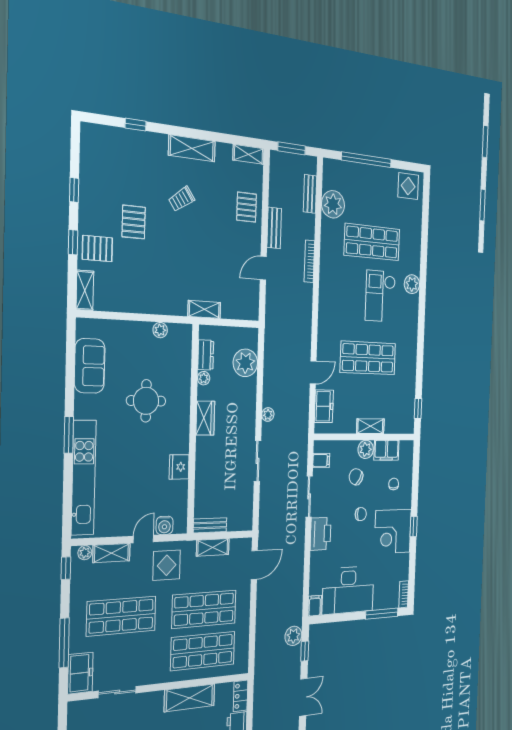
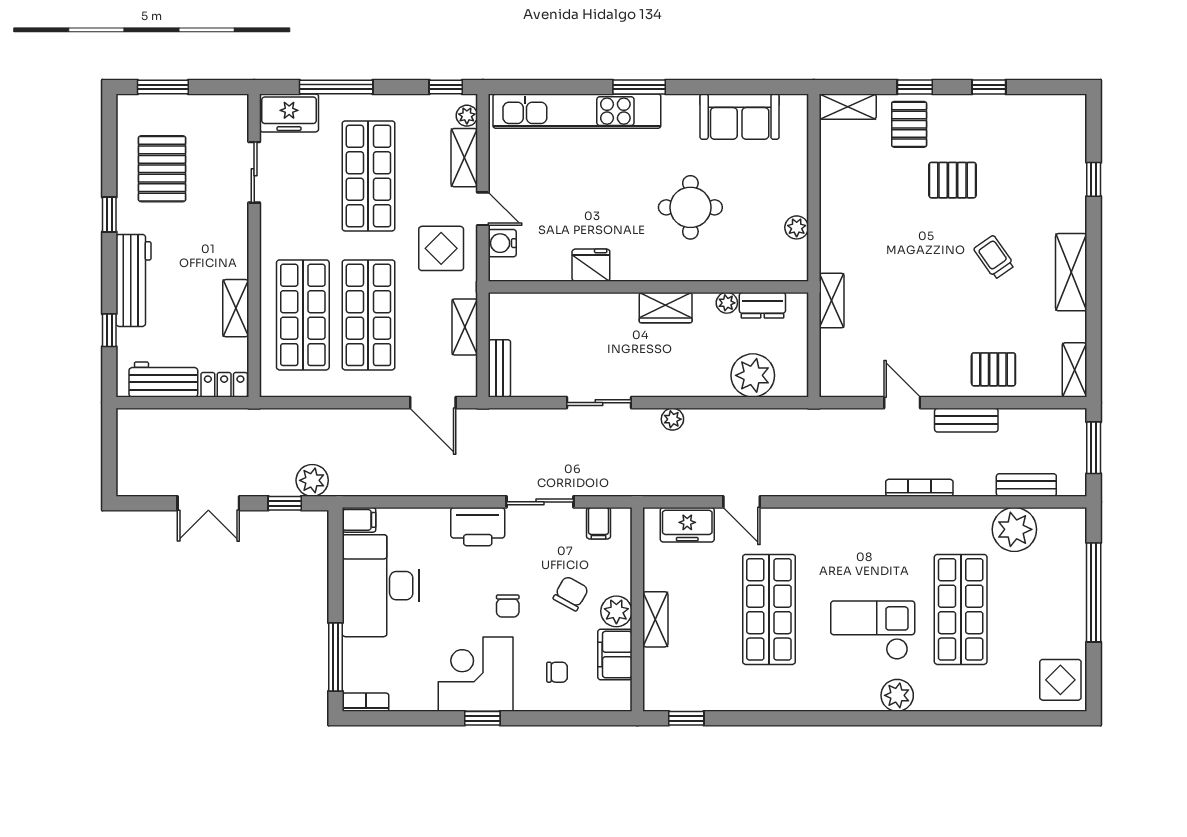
bench: (210, 525) -> (499, 368), moved
shelving: (190, 698) -> (236, 308), width x0.67, depth x0.75

